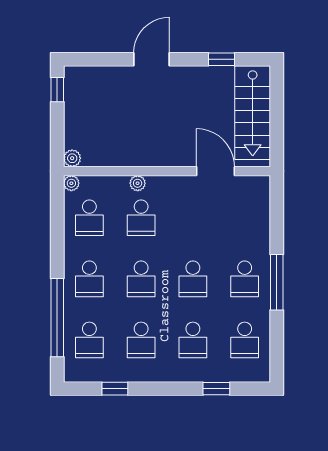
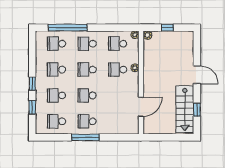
window: (57, 90) -> (167, 28), moved
stairs: (253, 113) -> (185, 109), moved, turned -90
window: (115, 389) -> (32, 84), moved

